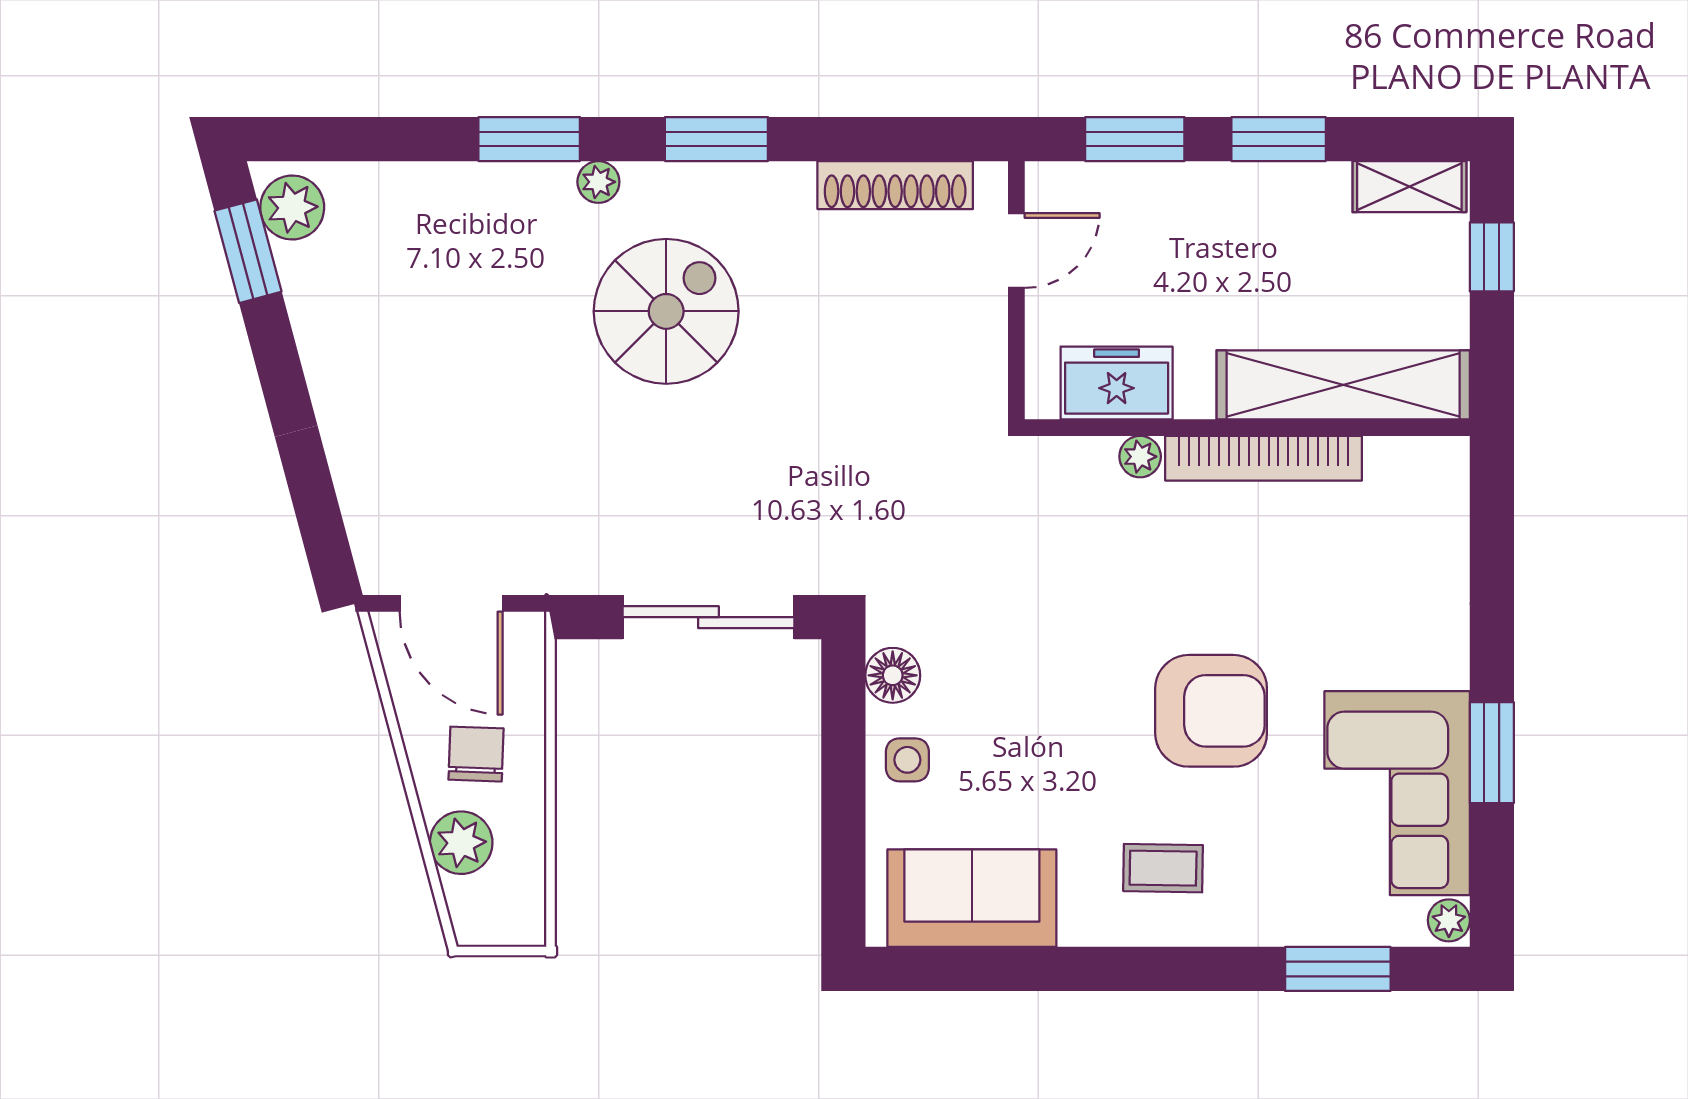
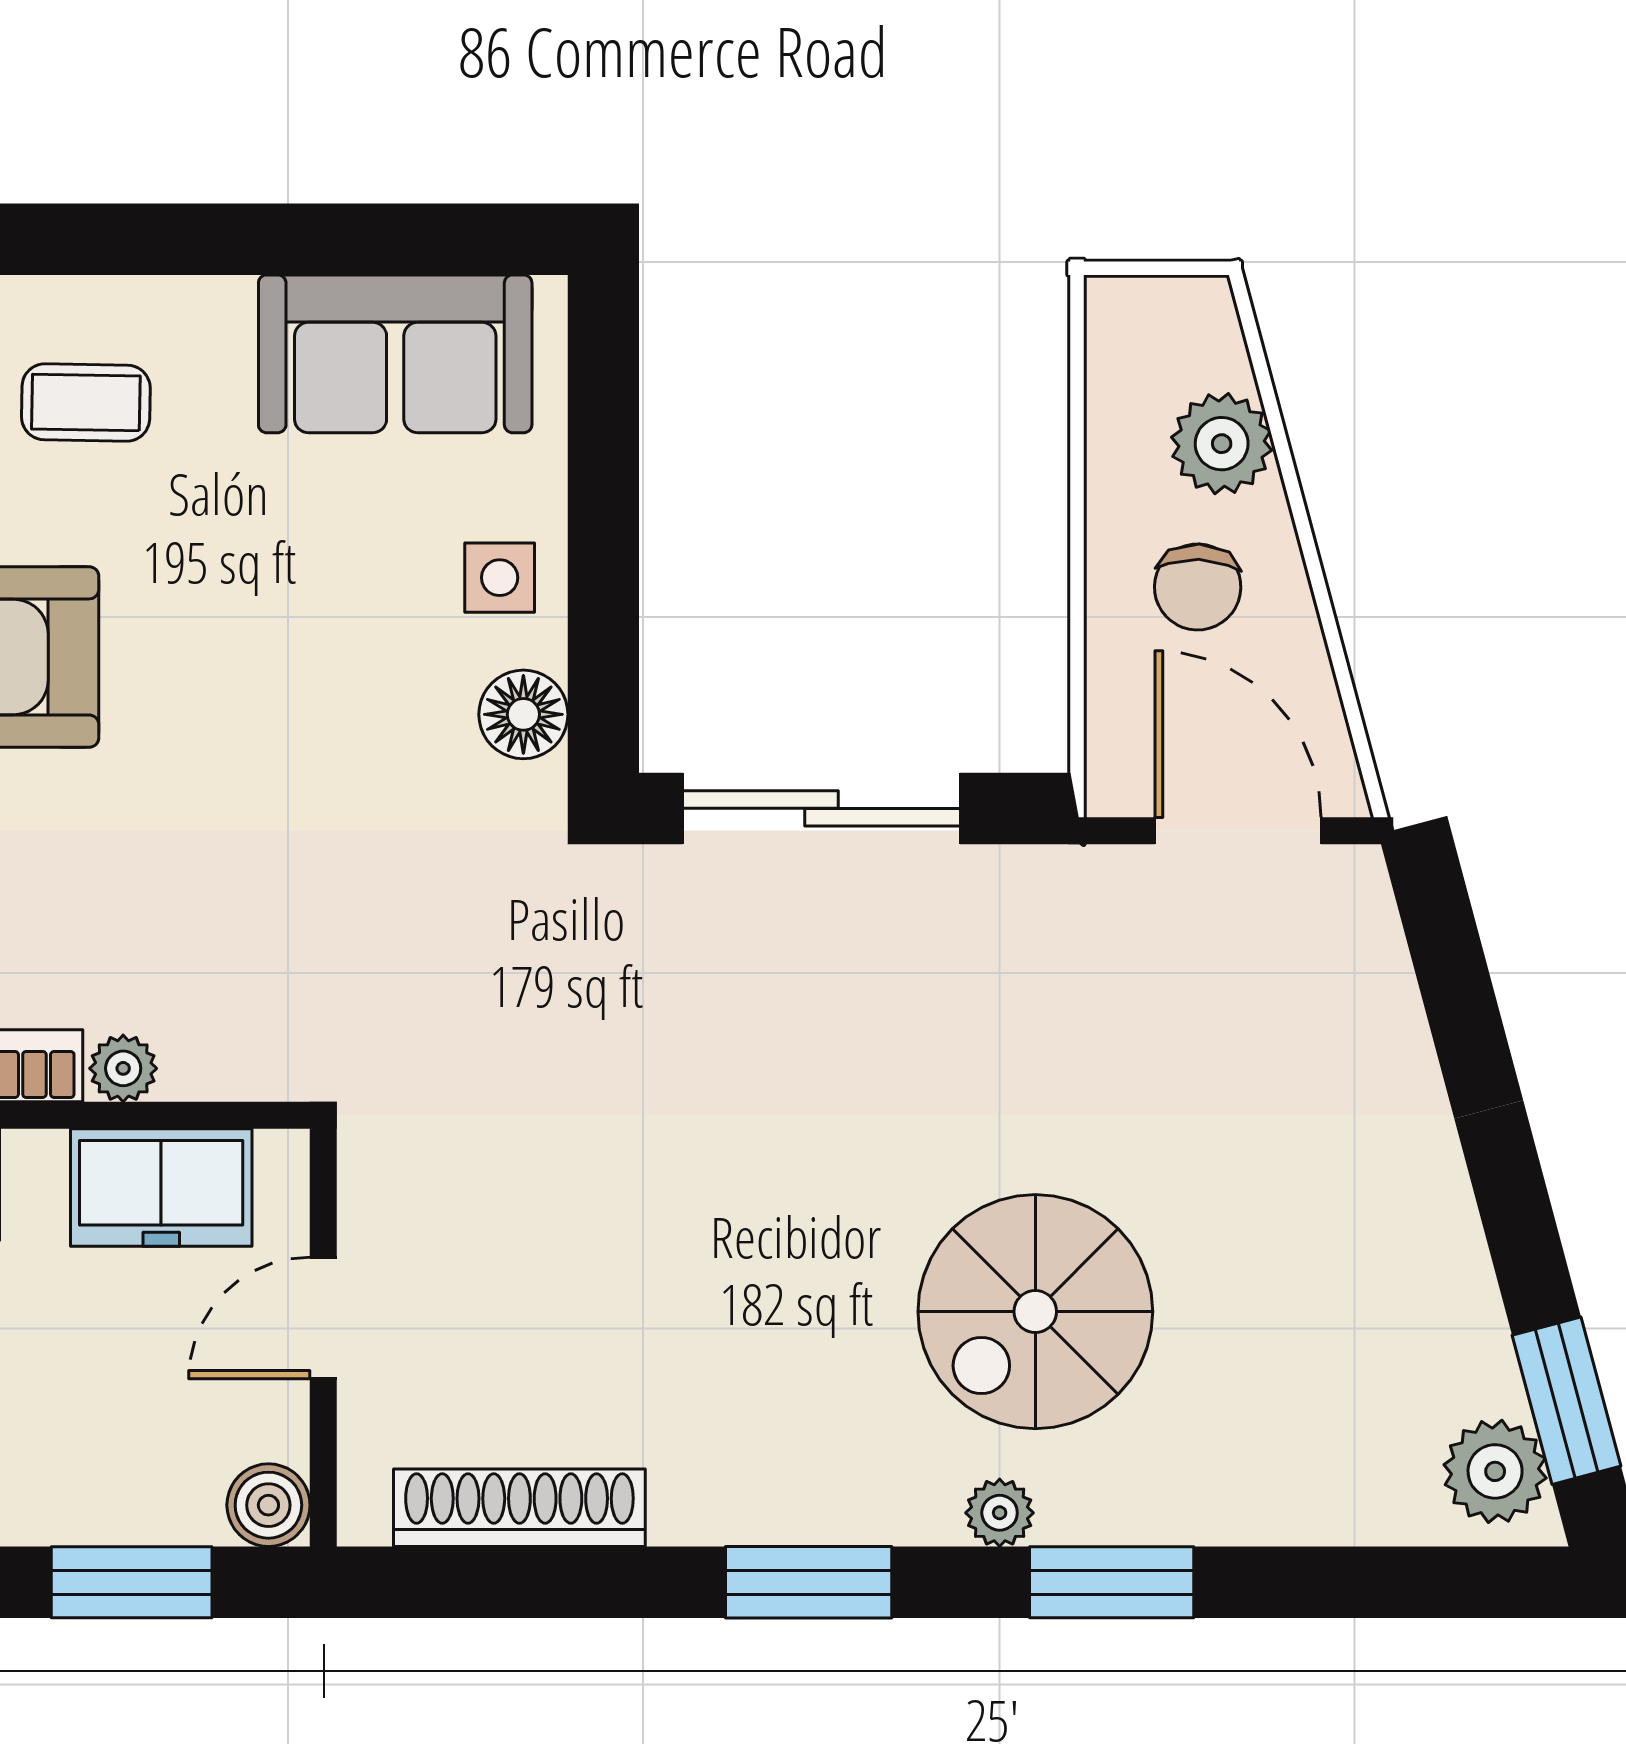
boiler: (1050, 187) -> (268, 1505), added
door: (1016, 251) -> (323, 1318), moved
spiral stairs: (666, 311) -> (1035, 1312), moved

